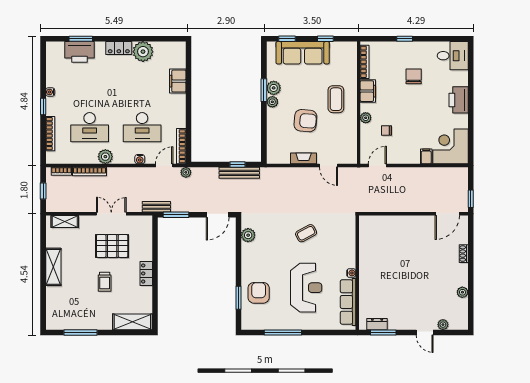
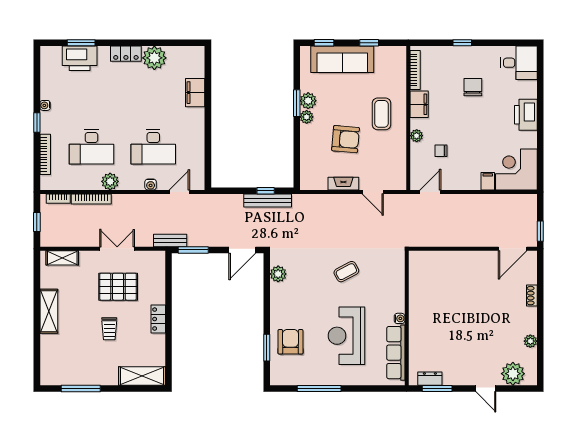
bookcase: (181, 146) -> (199, 169), removed
plant: (186, 172) -> (205, 200), removed
reception desk: (306, 288) -> (346, 336), turned 180
plant: (443, 325) -> (513, 374), width x1.88, depth x1.88

